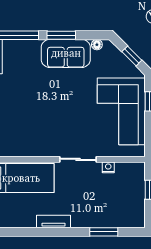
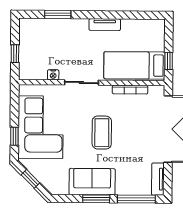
floor lamp: (97, 45) -> (63, 190), removed
coffee table: (56, 106) -> (102, 133), added
bookcase: (26, 152) -> (130, 90), added

